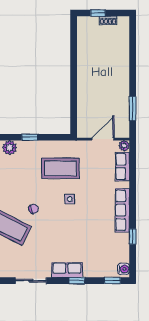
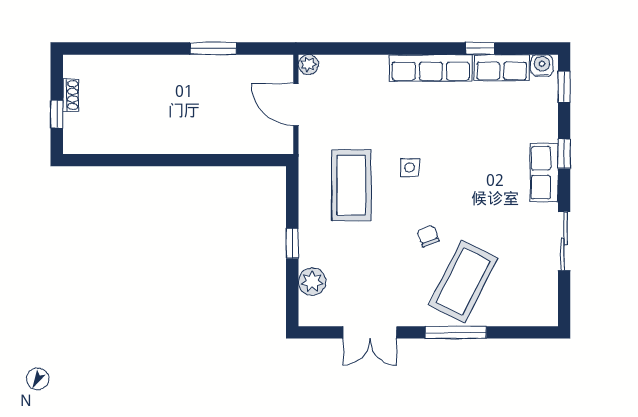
window: (133, 108) -> (213, 48), moved
row of seats: (122, 166) -> (502, 68), moved

